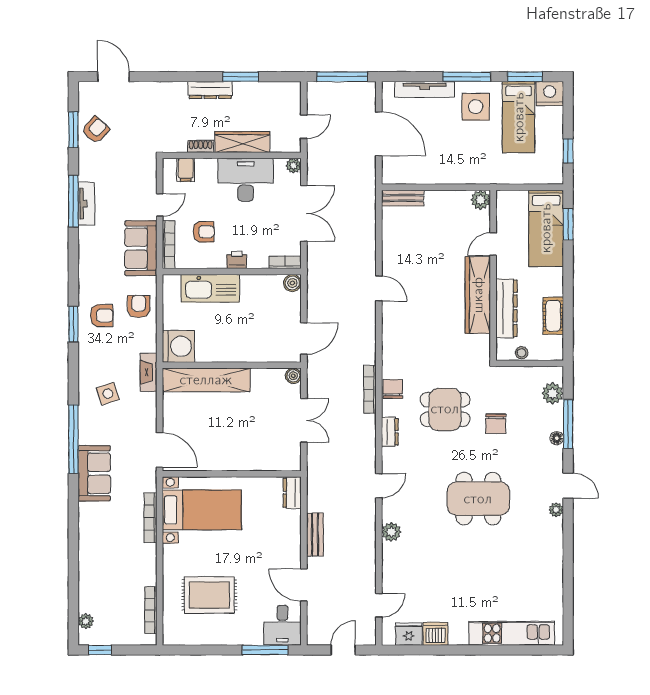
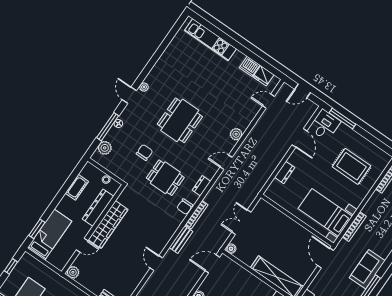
dresser: (292, 493) -> (285, 172), moved
dining table: (478, 499) -> (180, 120), turned 90
bench: (315, 535) -> (181, 240), moved

